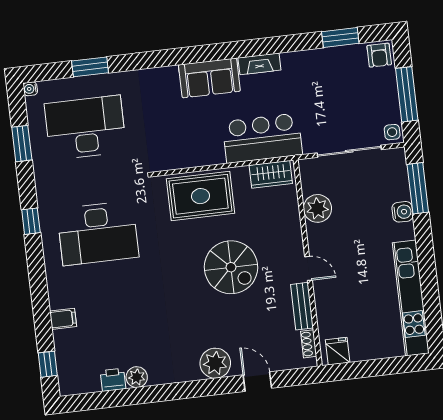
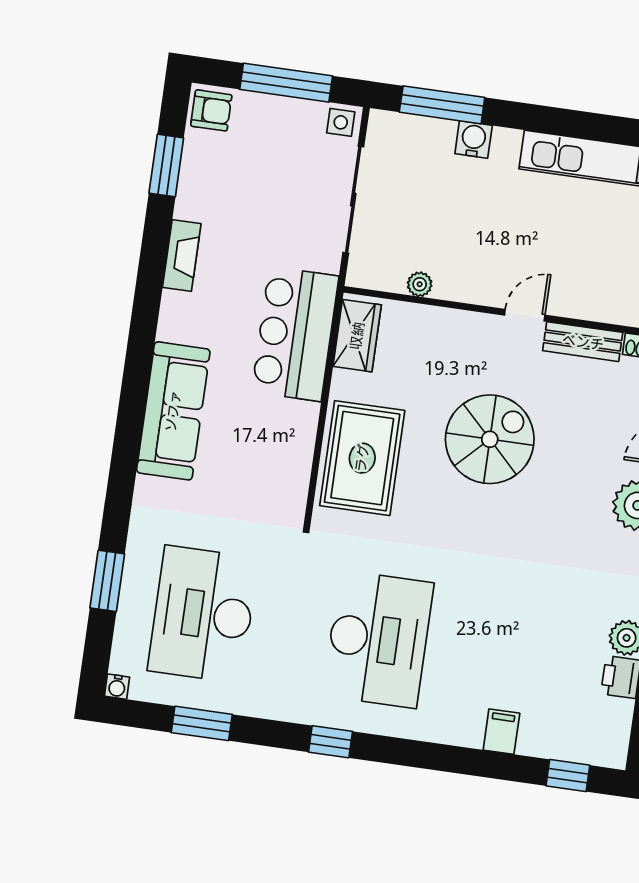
fireplace: (259, 64) -> (182, 255), moved
sofa: (209, 78) -> (173, 411), width x1.36
plant: (317, 208) -> (420, 284), width x0.53, depth x0.53

